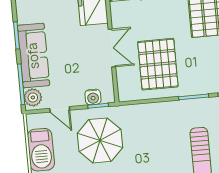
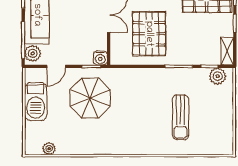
water cooler: (93, 97) -> (100, 58), moved
door: (60, 109) -> (56, 66), hinge flipped

